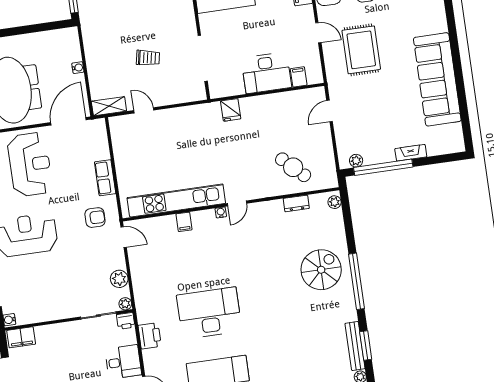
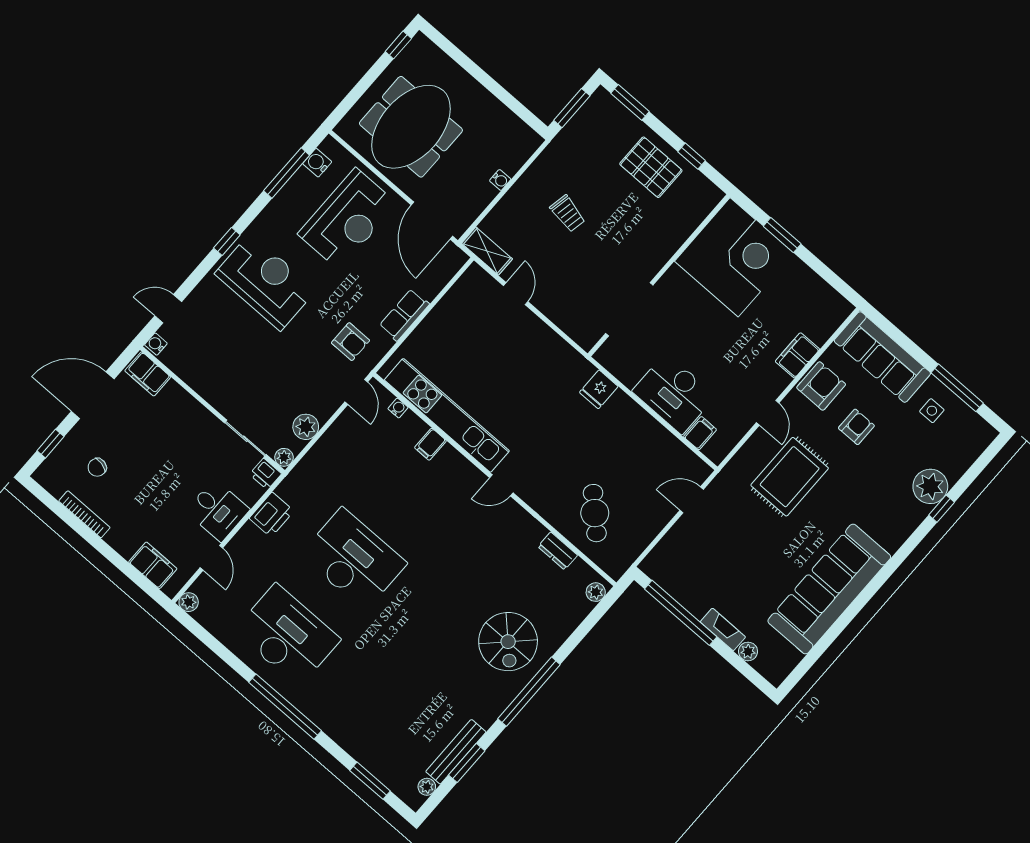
trolley: (148, 58) -> (568, 213), moved
door: (68, 121) -> (432, 221), swing flipped
plant: (356, 161) -> (748, 651), moved
water cooler: (221, 212) -> (398, 408), moved
spiral stairs: (321, 270) -> (508, 642), turned 90

